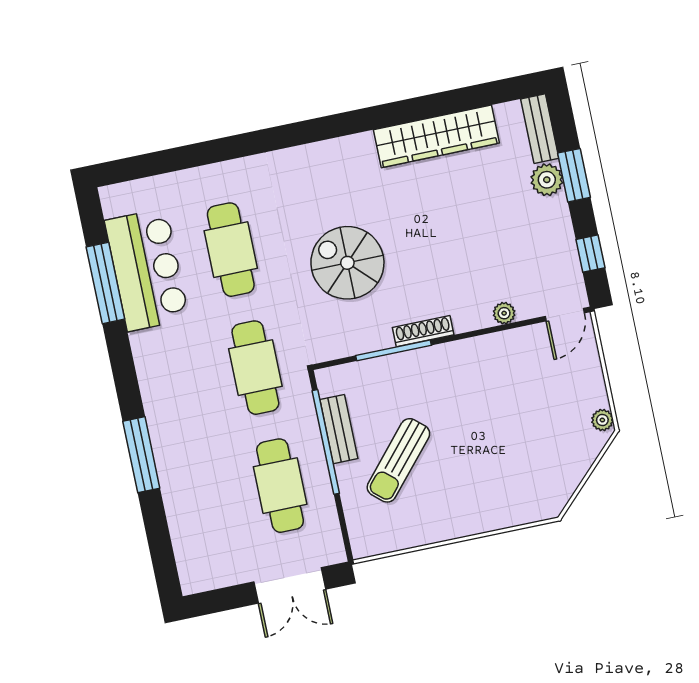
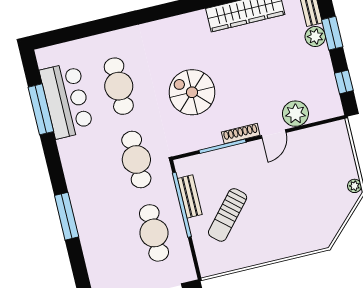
plant: (504, 313) -> (295, 114), width x1.88, depth x1.88
door: (565, 315) -> (274, 134), moved

